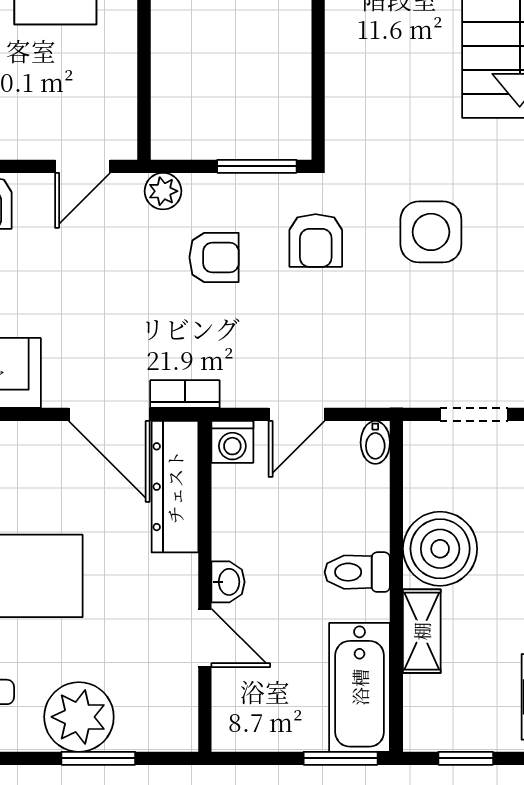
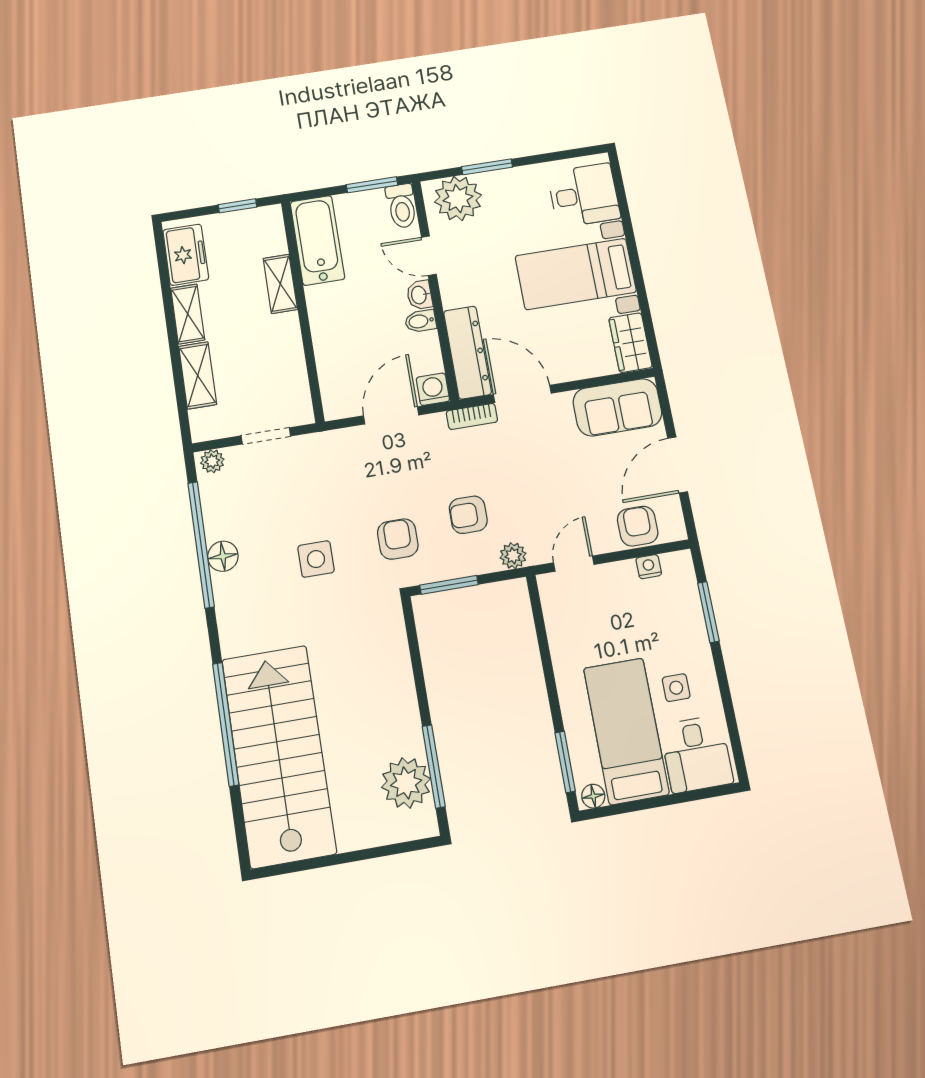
side table: (431, 232) -> (316, 559), width x0.73, depth x0.73
door: (297, 414) -> (391, 415), width x1.38
bidet: (375, 442) -> (421, 321), moved, turned -90
boiler: (440, 549) -> (276, 341), removed
toilet: (357, 572) -> (402, 206), moved, turned 90
plant: (79, 717) -> (458, 198), moved
window: (341, 758) -> (372, 185), moved

